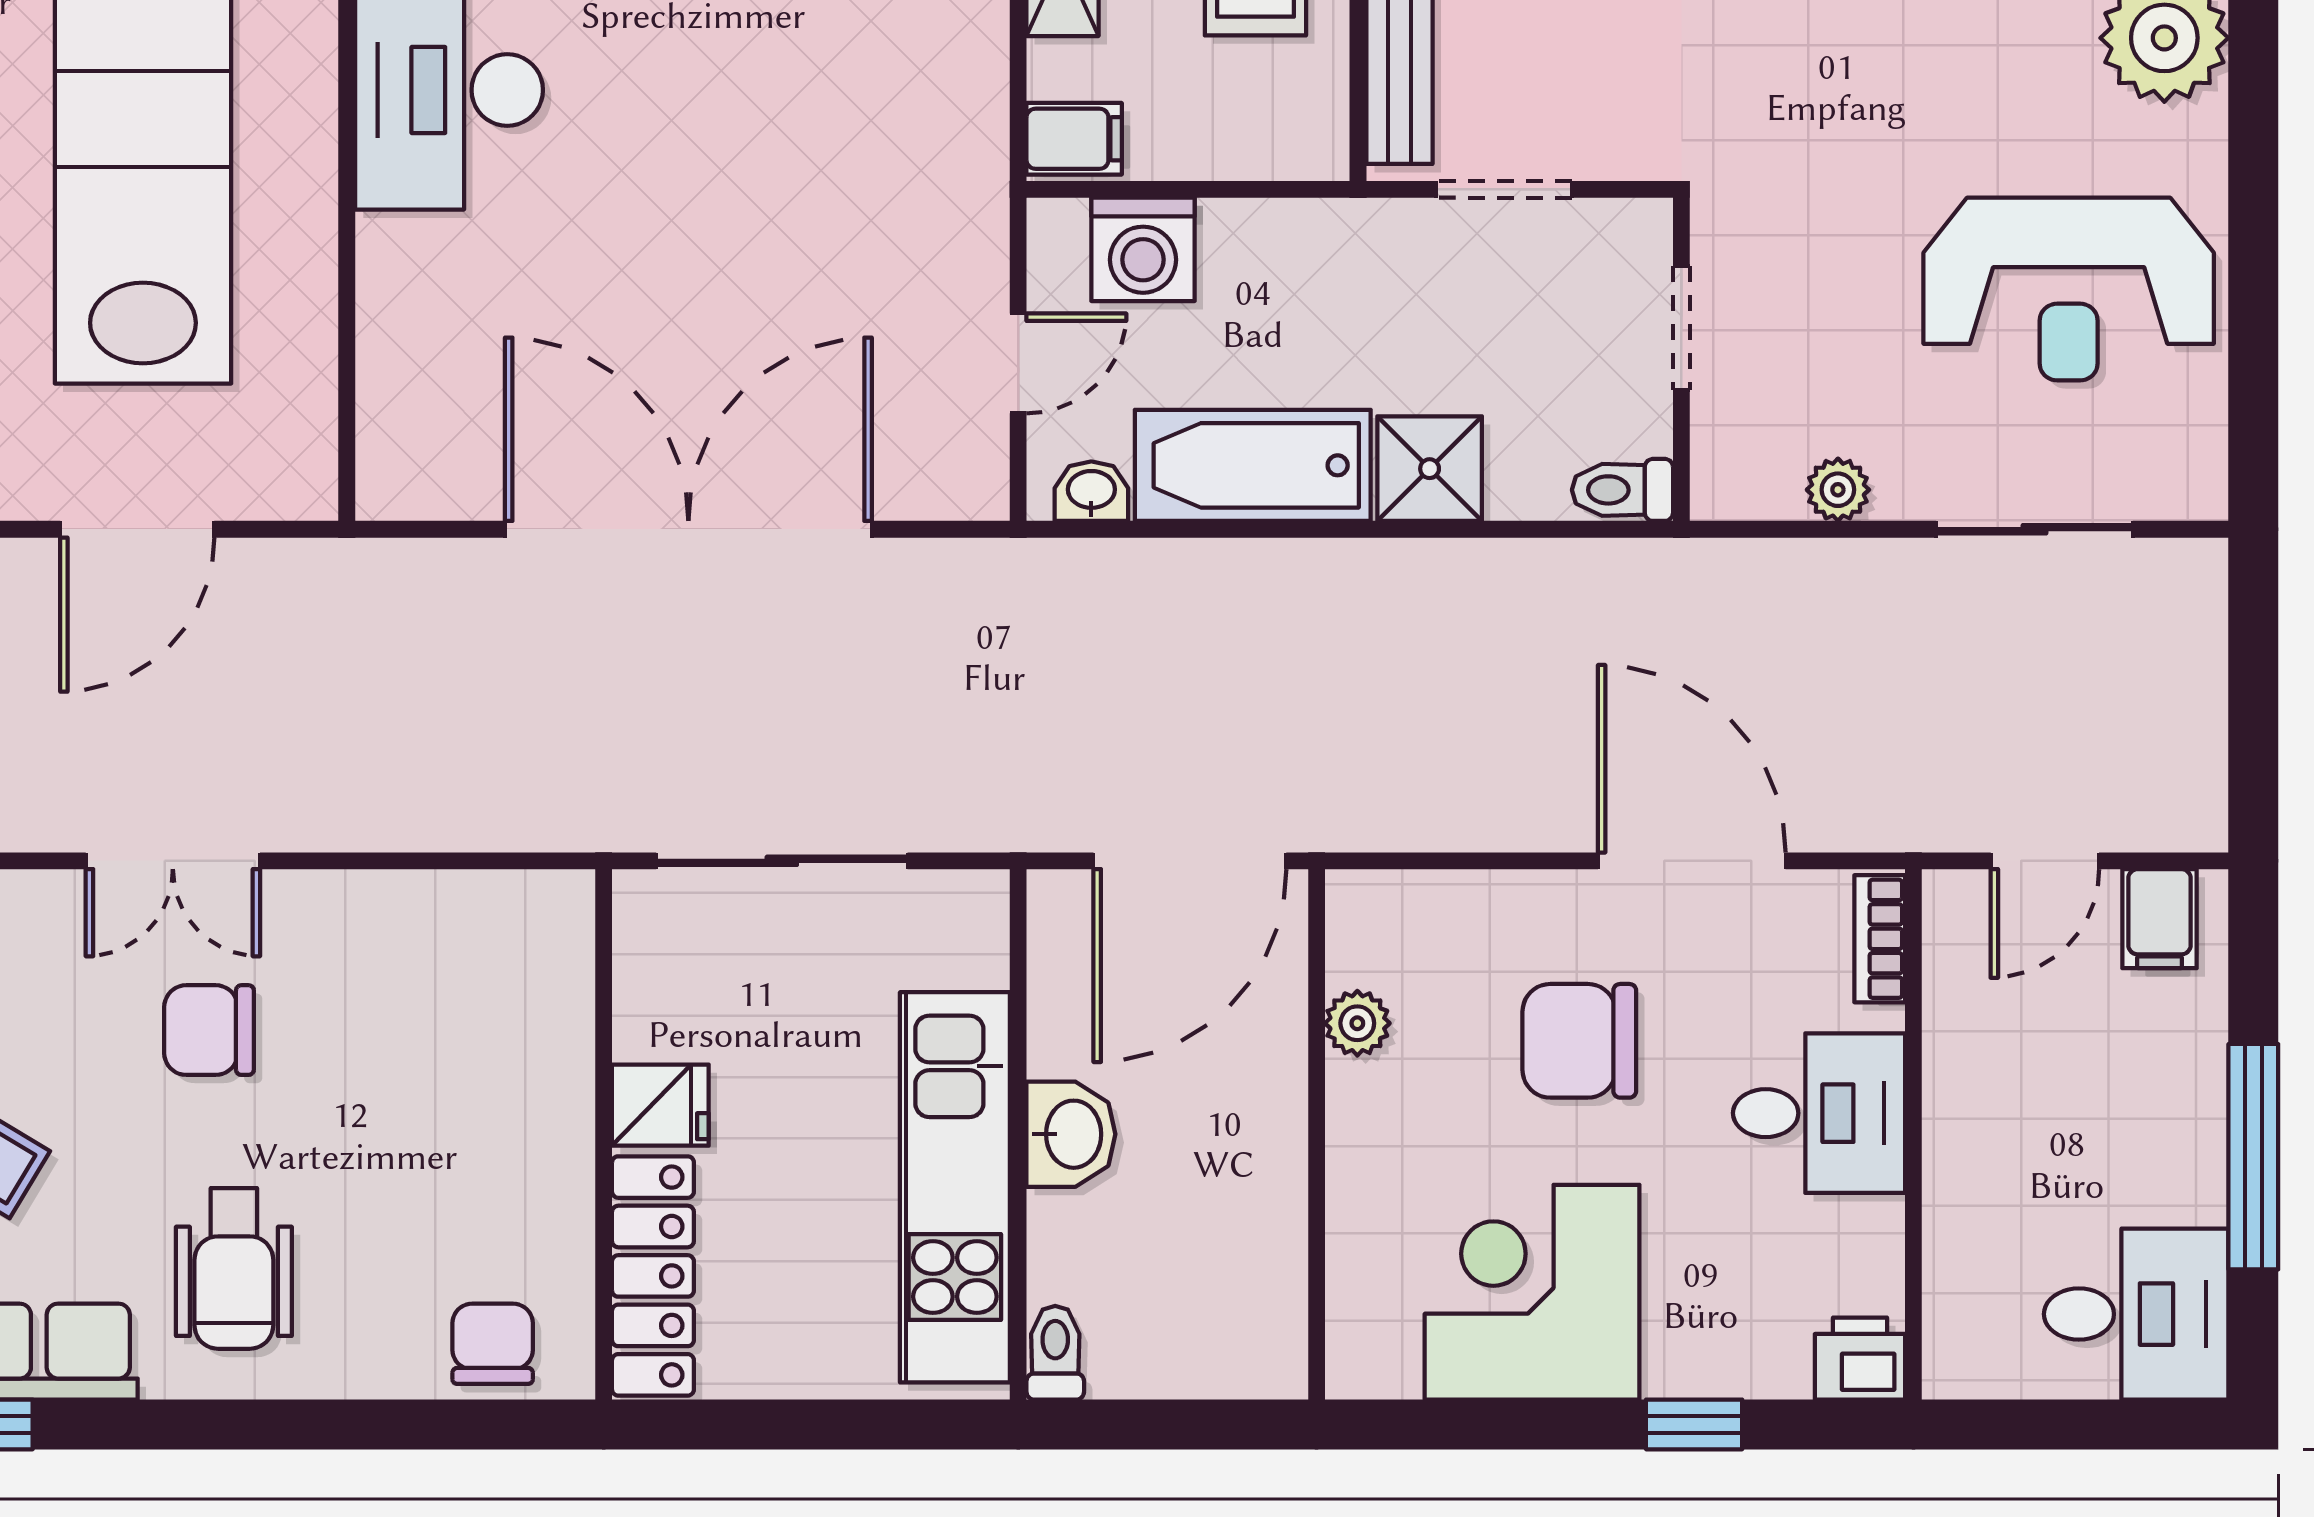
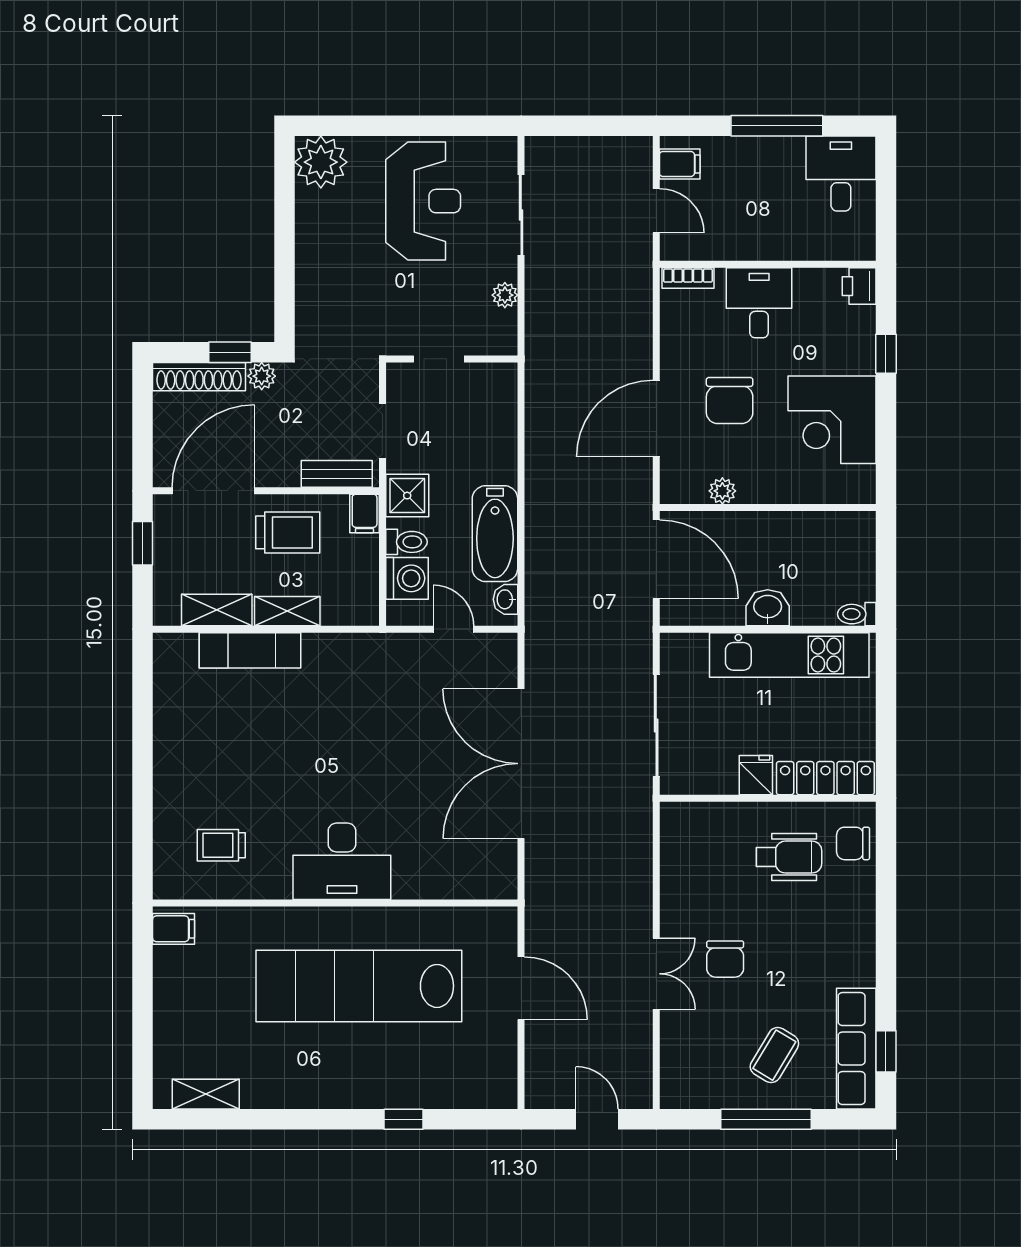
filing cabinet: (1074, 139) -> (365, 514), moved, turned 180
shower: (1430, 469) -> (407, 496), moved
toilet: (1622, 490) -> (406, 542), moved, turned -90
door: (1692, 861) -> (656, 419), moved
wheelchair: (234, 1268) -> (789, 857), moved

